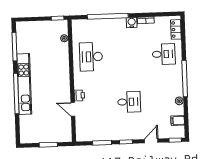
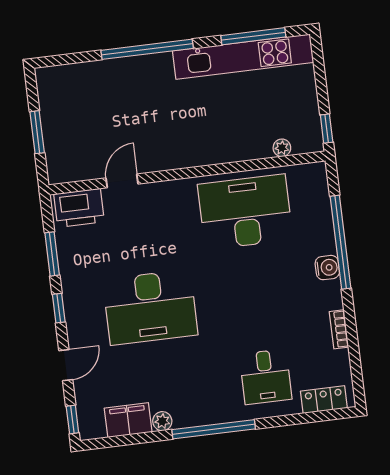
water cooler: (132, 23) -> (327, 268), moved
desk: (91, 57) -> (245, 212), width x1.36, depth x1.30
kitchen unit: (24, 84) -> (243, 57), moved
printer: (79, 95) -> (79, 208), moved, width x1.87, depth x1.48
desk: (129, 102) -> (150, 307), width x1.87, depth x1.30
filing cabinet: (178, 121) -> (128, 420), width x2.00
door: (151, 141) -> (66, 365), hinge flipped

